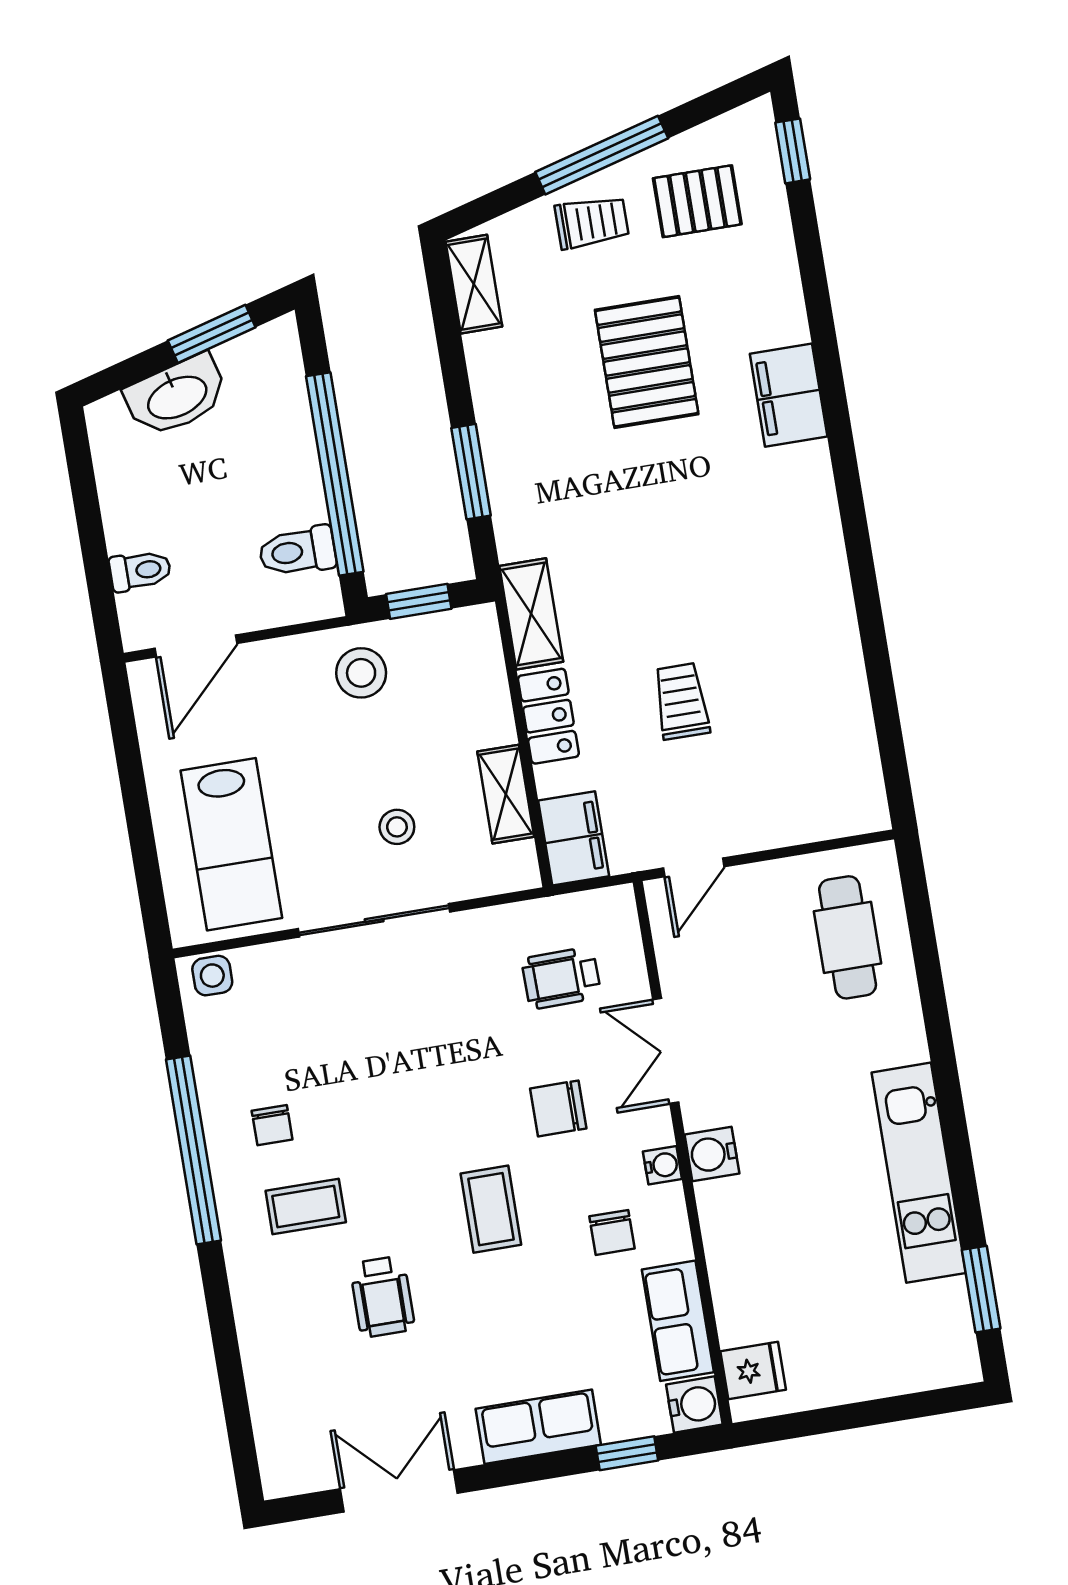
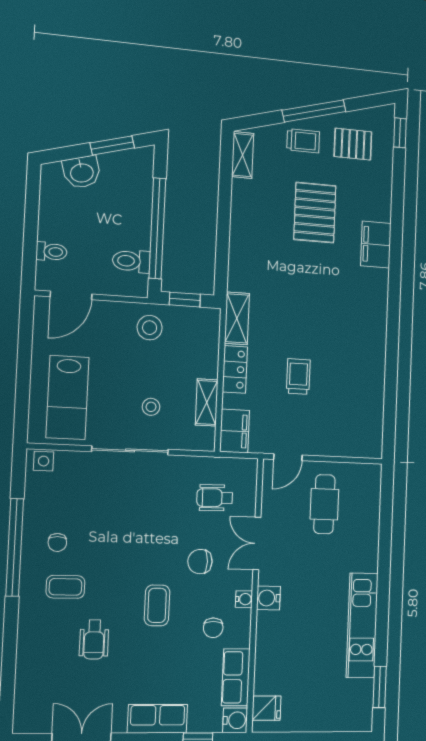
washbasin: (177, 396) -> (82, 172), width x0.72
window: (471, 472) -> (223, 243), removed
cafe table: (848, 937) -> (324, 504), moved

